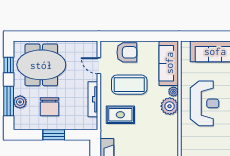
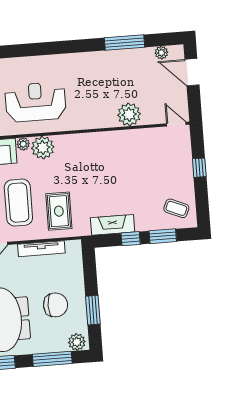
plant: (20, 102) -> (77, 342), moved
window: (54, 135) -> (93, 310), moved

